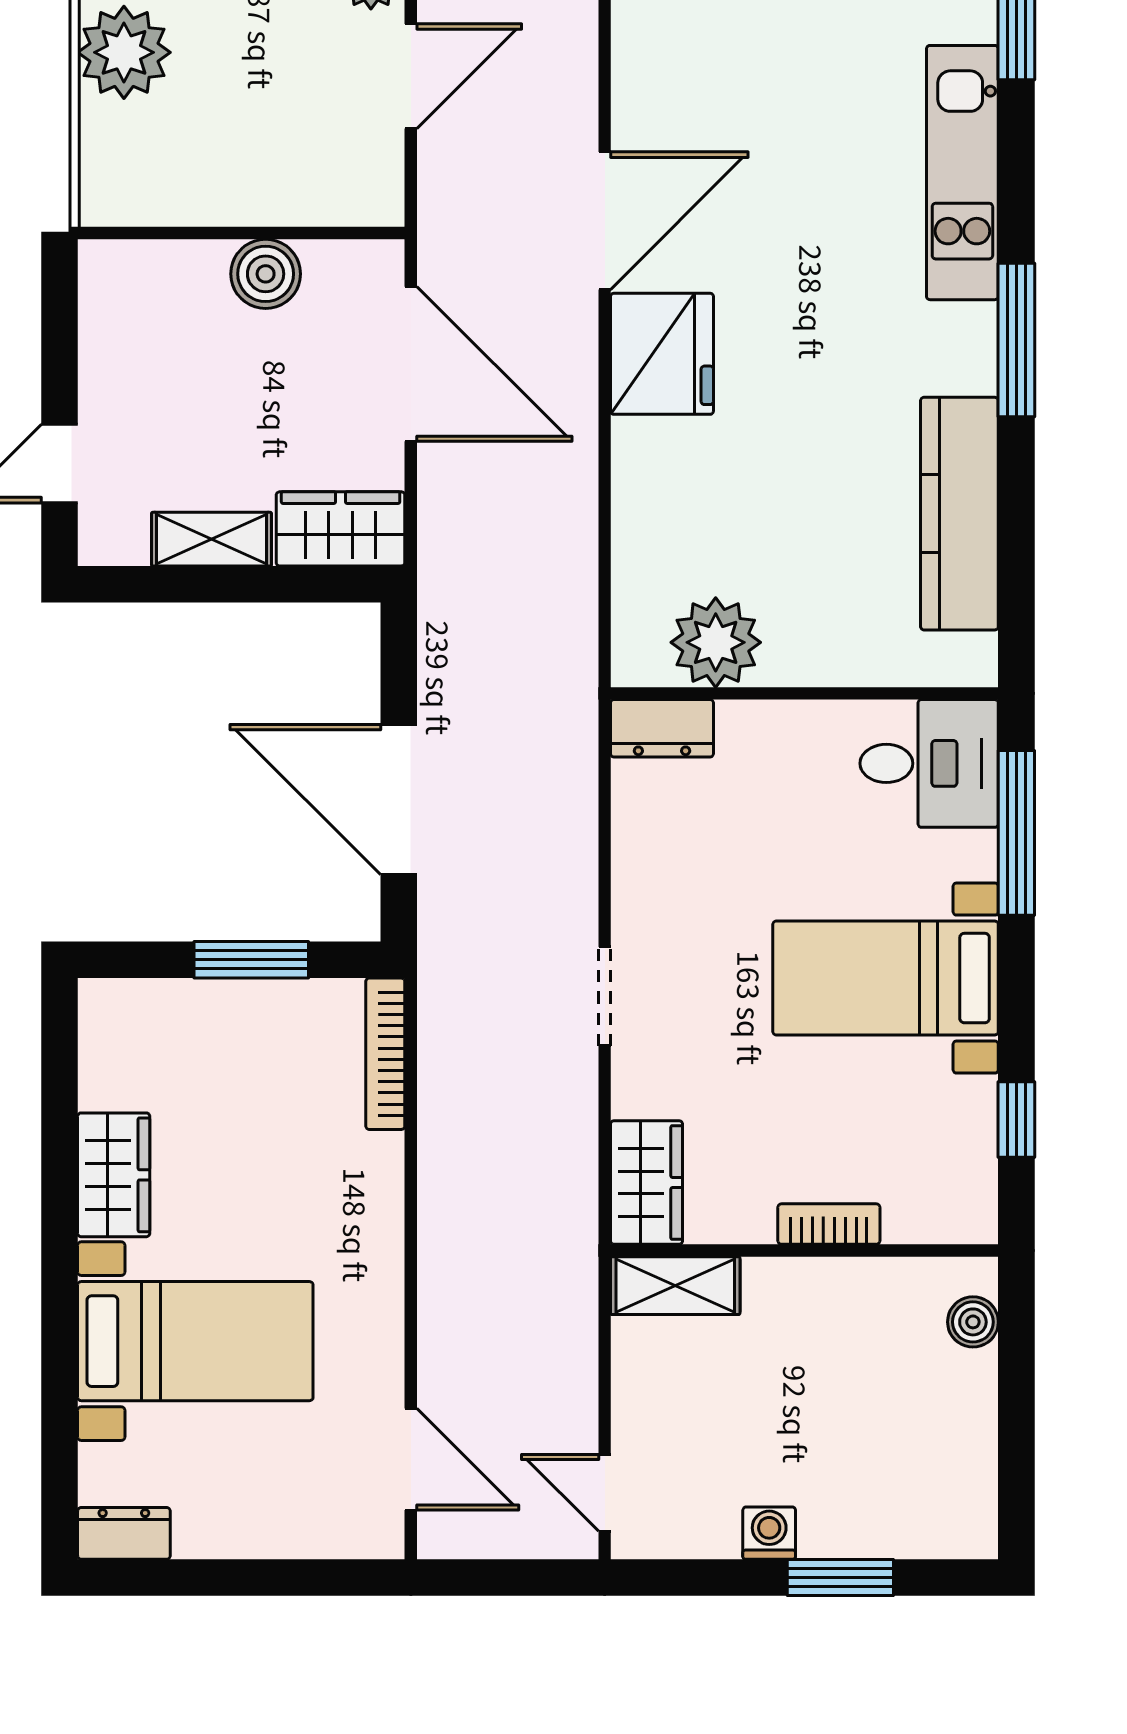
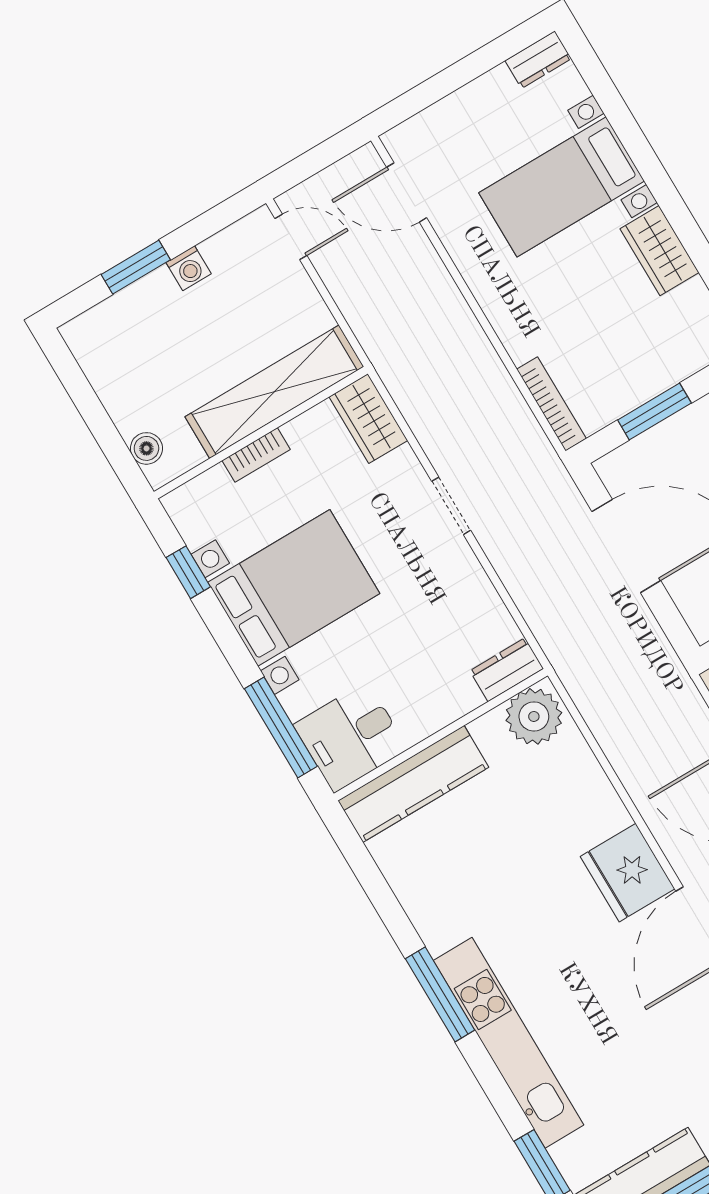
kitchen unit: (962, 173) -> (508, 1043), width x1.36
kitchen counter: (959, 514) -> (413, 784), moved, turned 90
plant: (716, 642) -> (534, 716), moved
bed with nightstands: (886, 978) -> (294, 588), width x1.36
shelving: (675, 1286) -> (274, 392), width x2.20, depth x1.33

